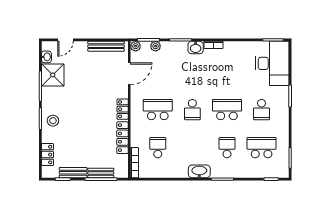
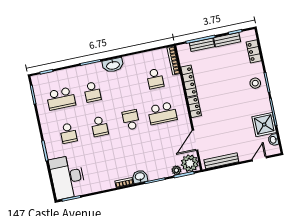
plant: (136, 46) -> (190, 163), width x1.88, depth x1.88
school desk: (227, 110) -> (100, 126), width x0.54
school desk: (262, 110) -> (68, 133), turned 180

